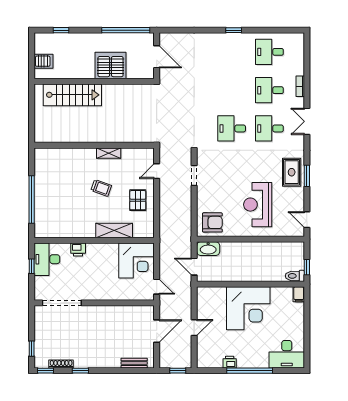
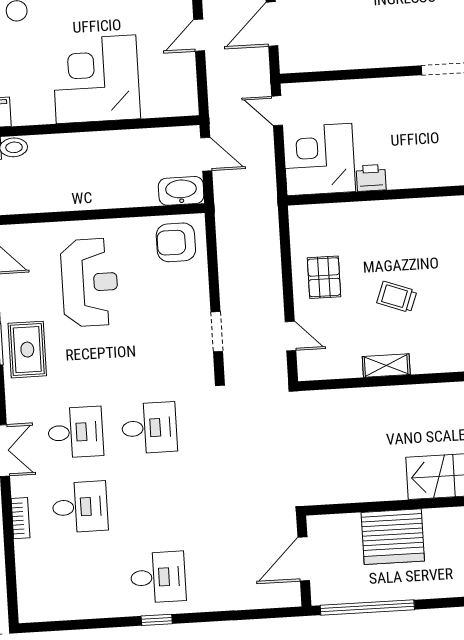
desk: (269, 52) -> (158, 577), moved
door: (157, 57) -> (304, 559), hinge flipped
door: (157, 171) -> (290, 336), hinge flipped
shelving: (114, 231) -> (367, 215), removed
printer: (78, 249) -> (371, 178), moved

